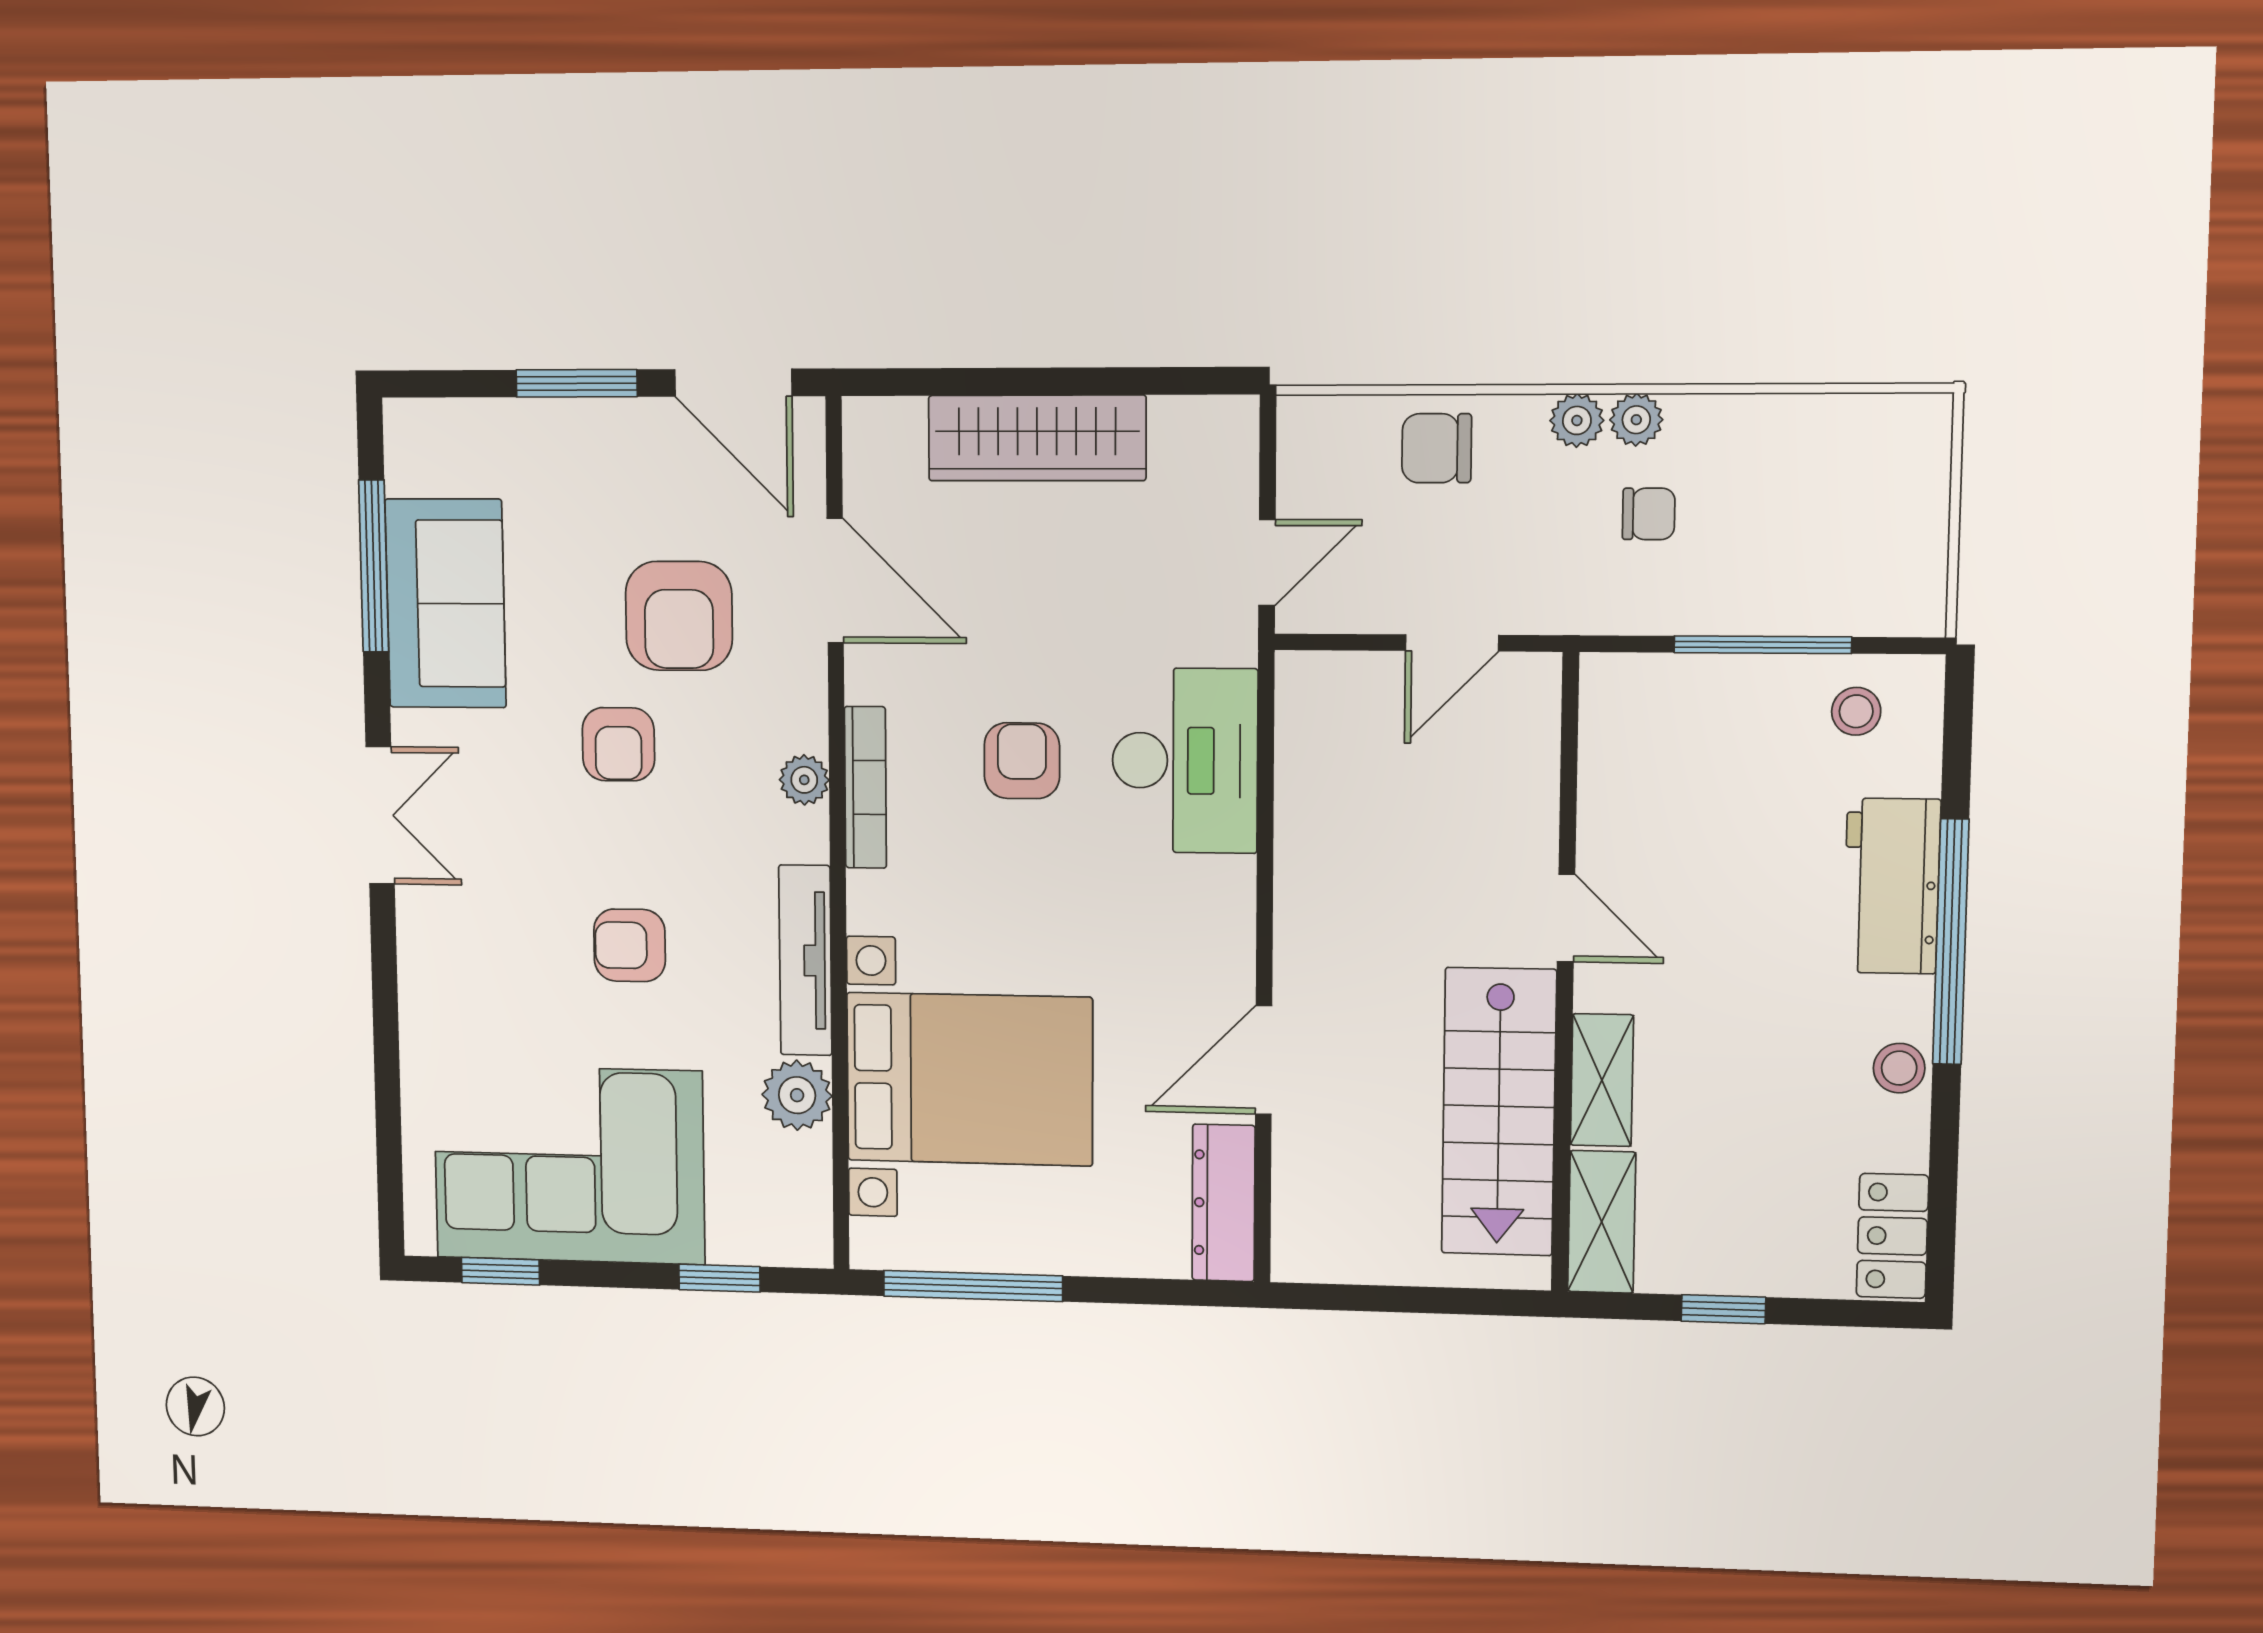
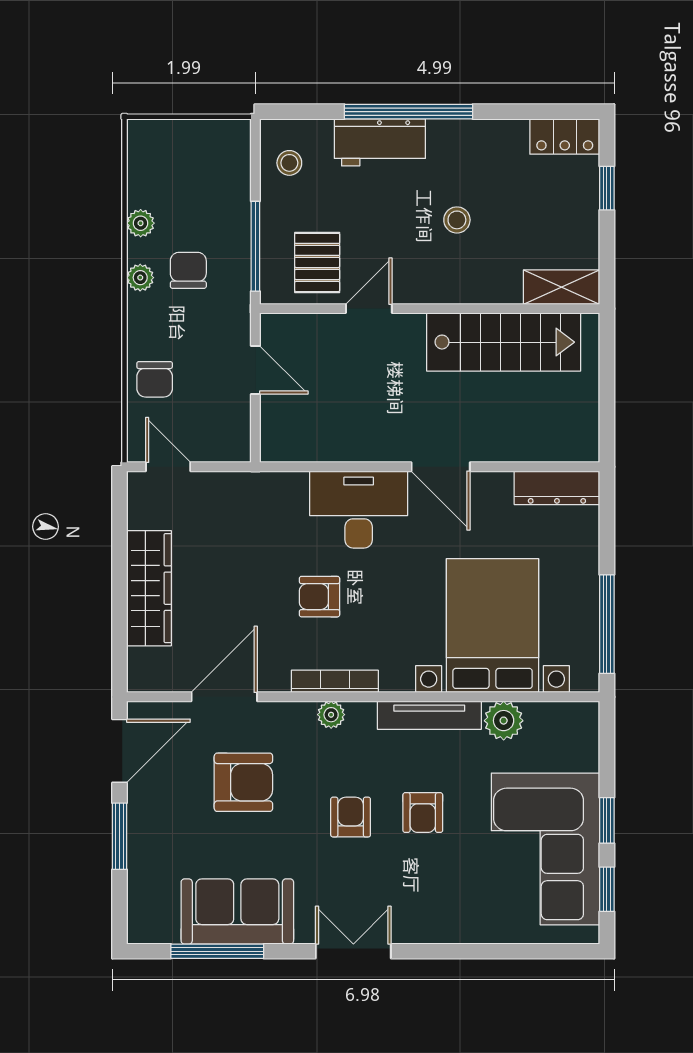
plant: (1577, 420) -> (141, 223), moved
chair: (1649, 514) -> (188, 270), width x1.37, depth x1.37
door: (1267, 563) -> (168, 467), moved
window: (1763, 645) -> (255, 246), moved
armchair: (618, 744) -> (351, 817), moved, turned -90
desk: (1185, 761) -> (359, 510), moved
pallet: (1659, 763) -> (317, 262), added
door: (1566, 918) -> (369, 309), moved
door: (1264, 1060) -> (441, 467), moved
stool: (1899, 1068) -> (457, 220), moved
shelving: (1602, 1080) -> (485, 288), removed
window: (719, 1278) -> (607, 820), moved
window: (1723, 1309) -> (607, 188), moved

